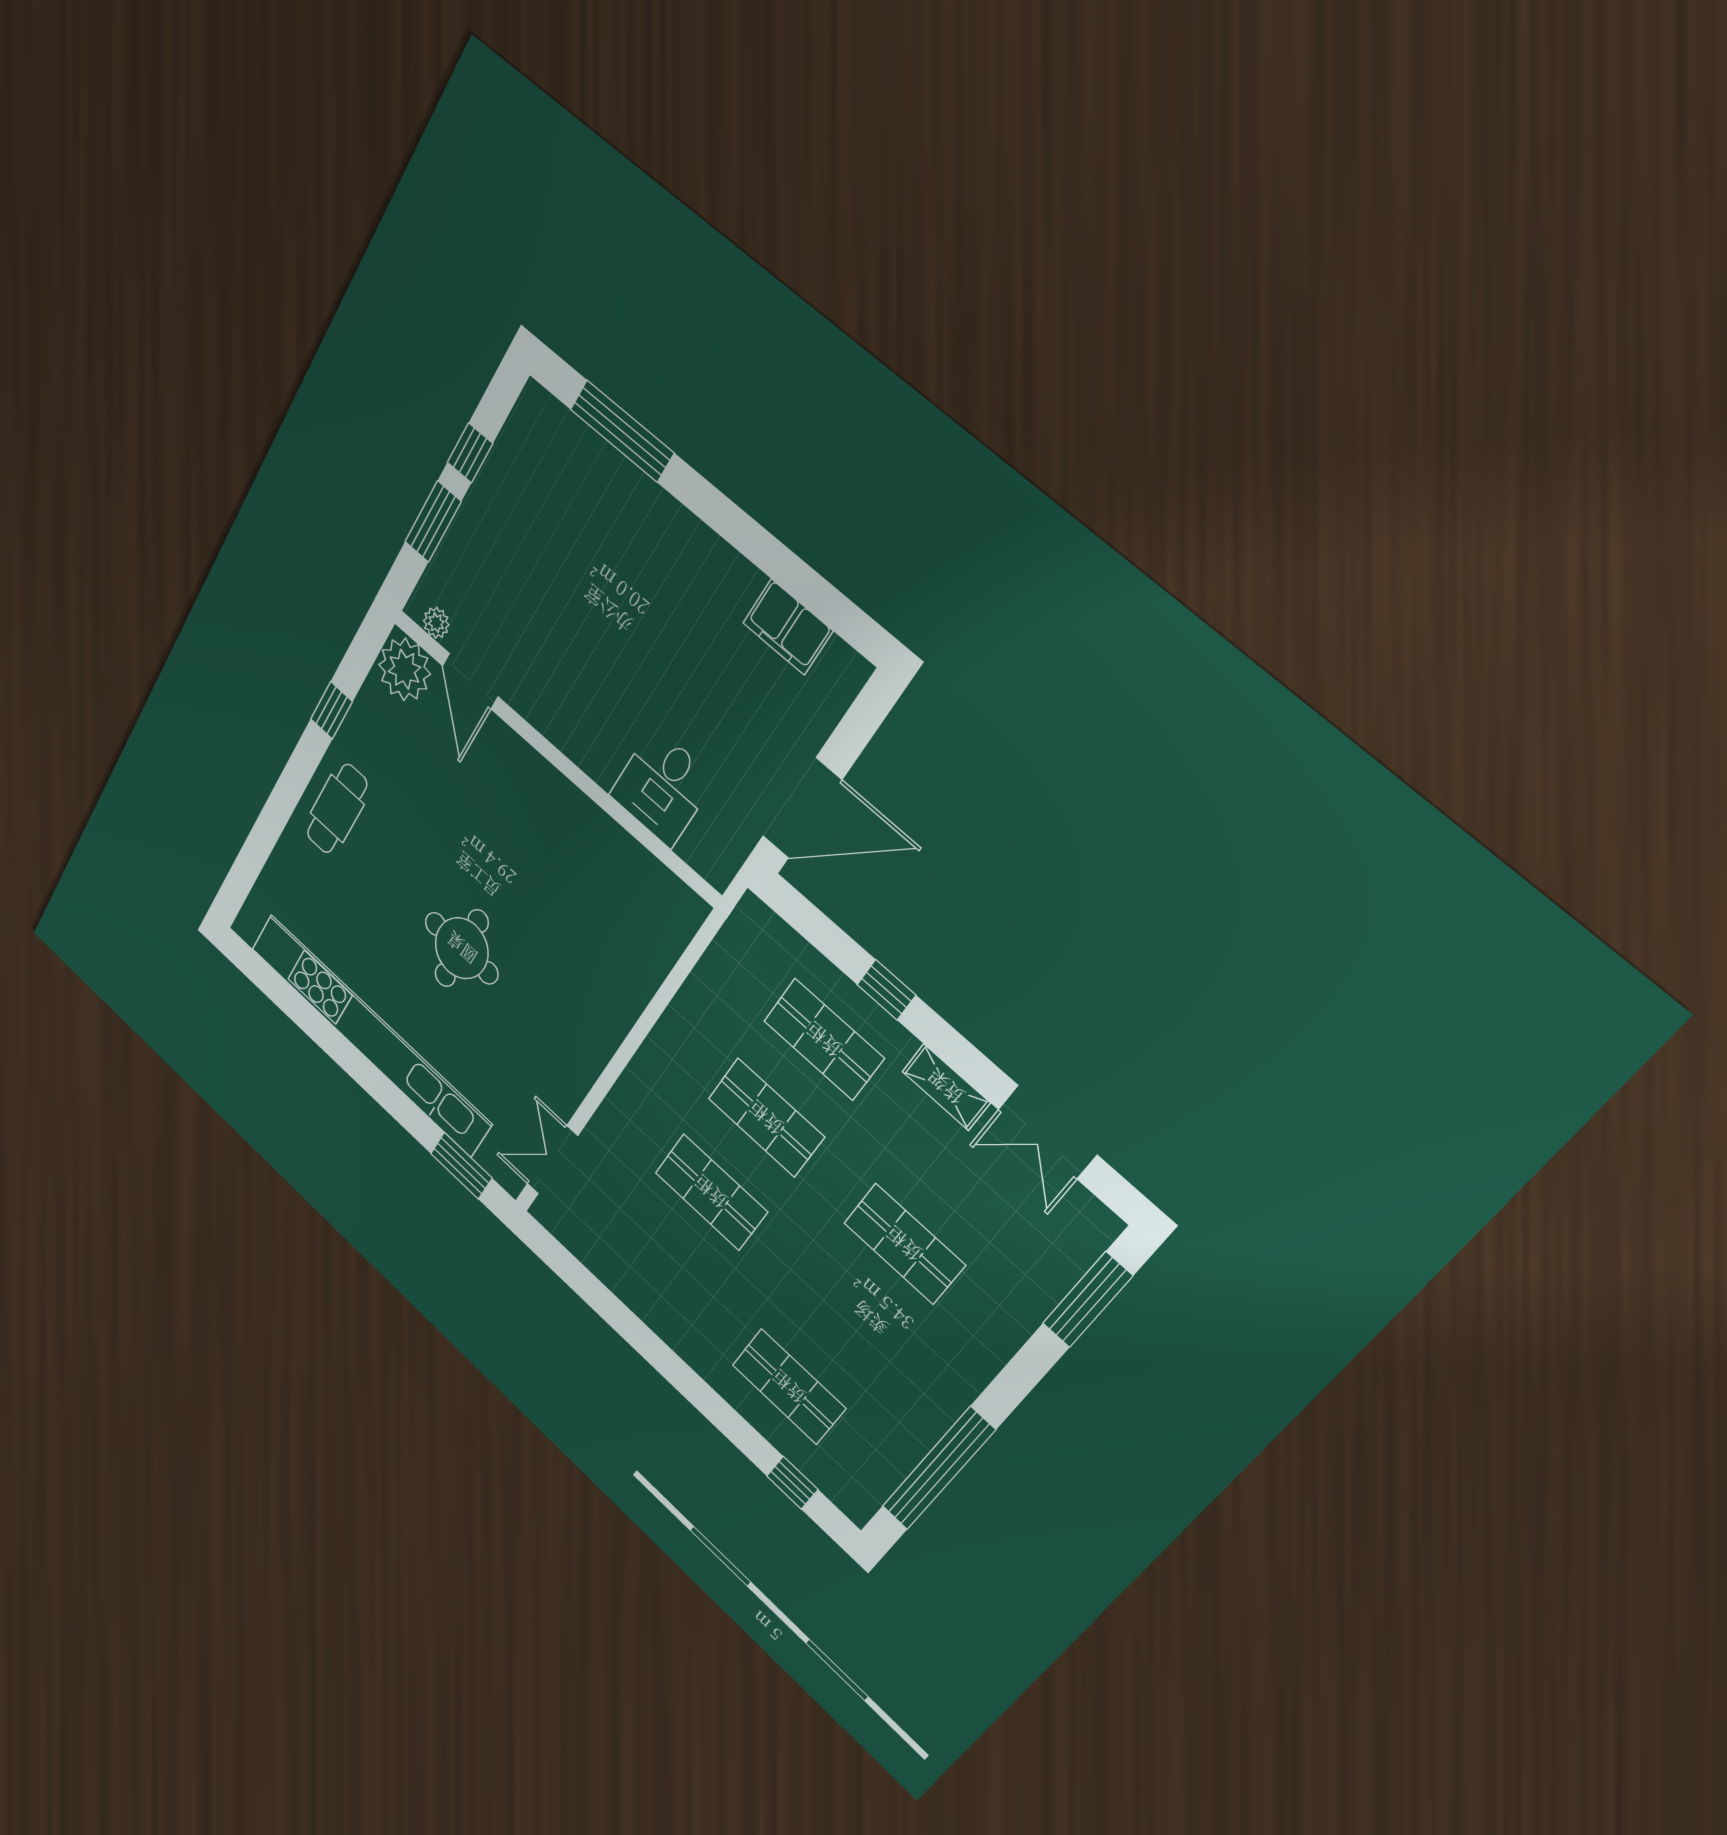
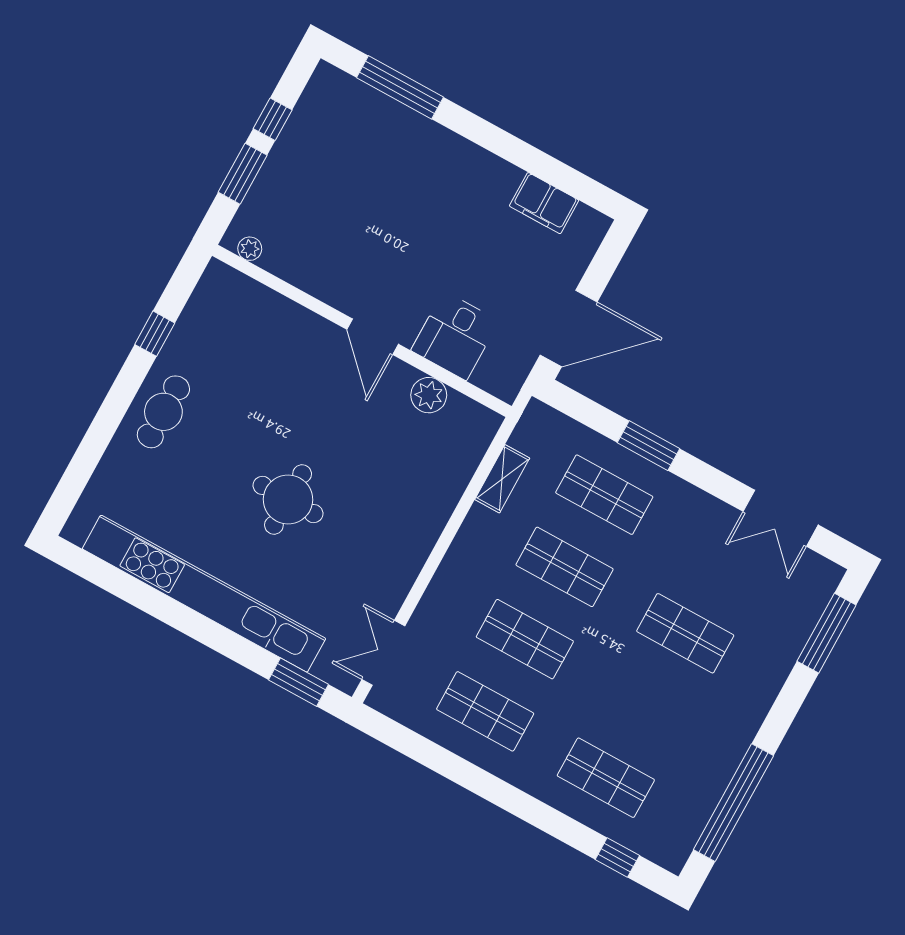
plant: (405, 669) -> (429, 395), moved, width x0.73, depth x0.73
door: (470, 681) -> (373, 337), moved
window: (886, 990) -> (648, 446), width x1.50
shelving: (946, 1087) -> (502, 479), moved, turned 90
shop shelf: (659, 1264) -> (485, 711), added

